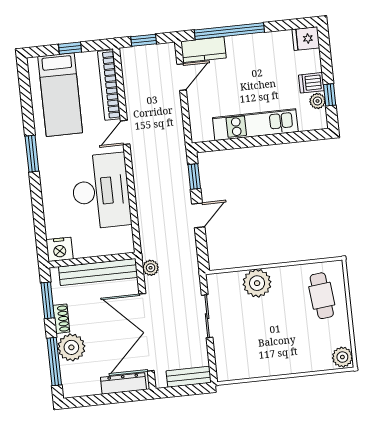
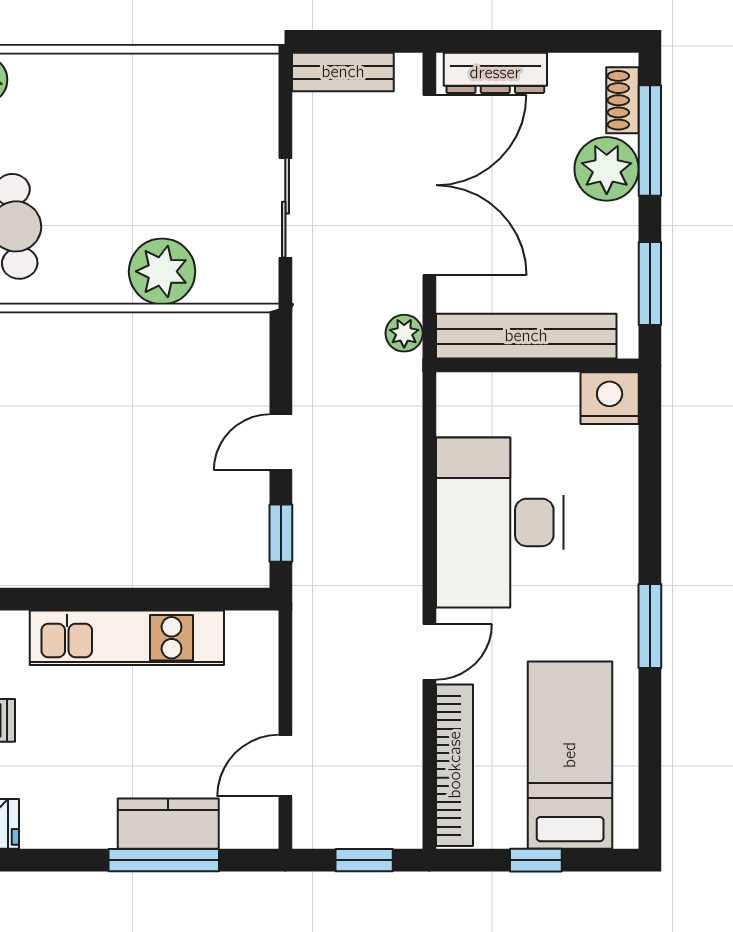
window: (229, 31) -> (164, 860), width x0.68
kitchen counter: (203, 50) -> (168, 824), moved
shoe rack: (61, 319) -> (622, 100), moved

